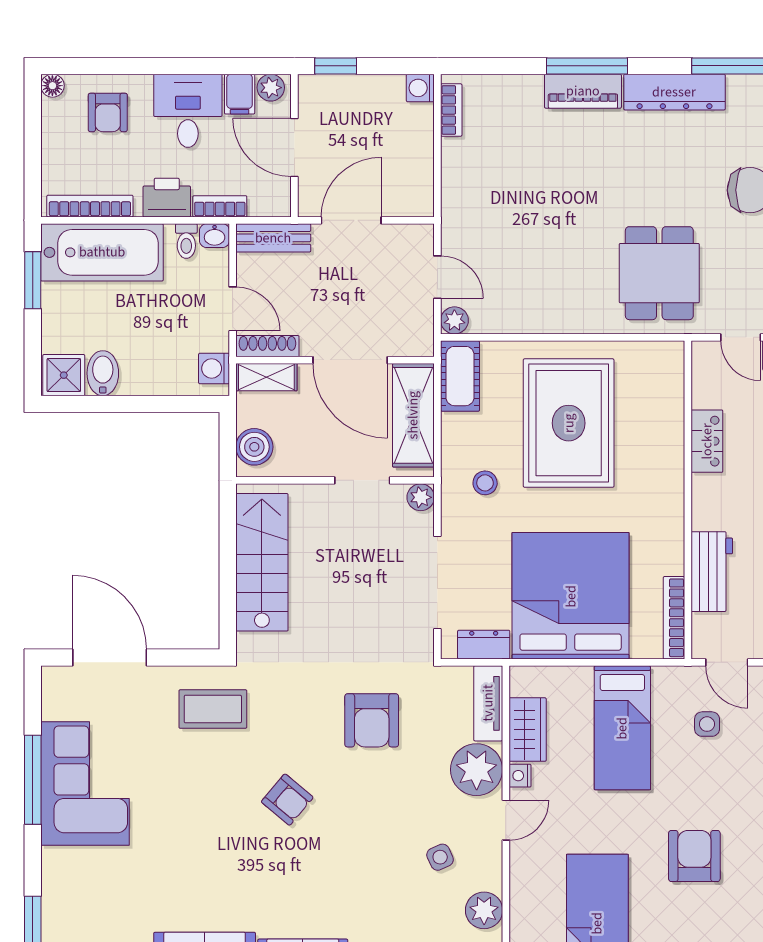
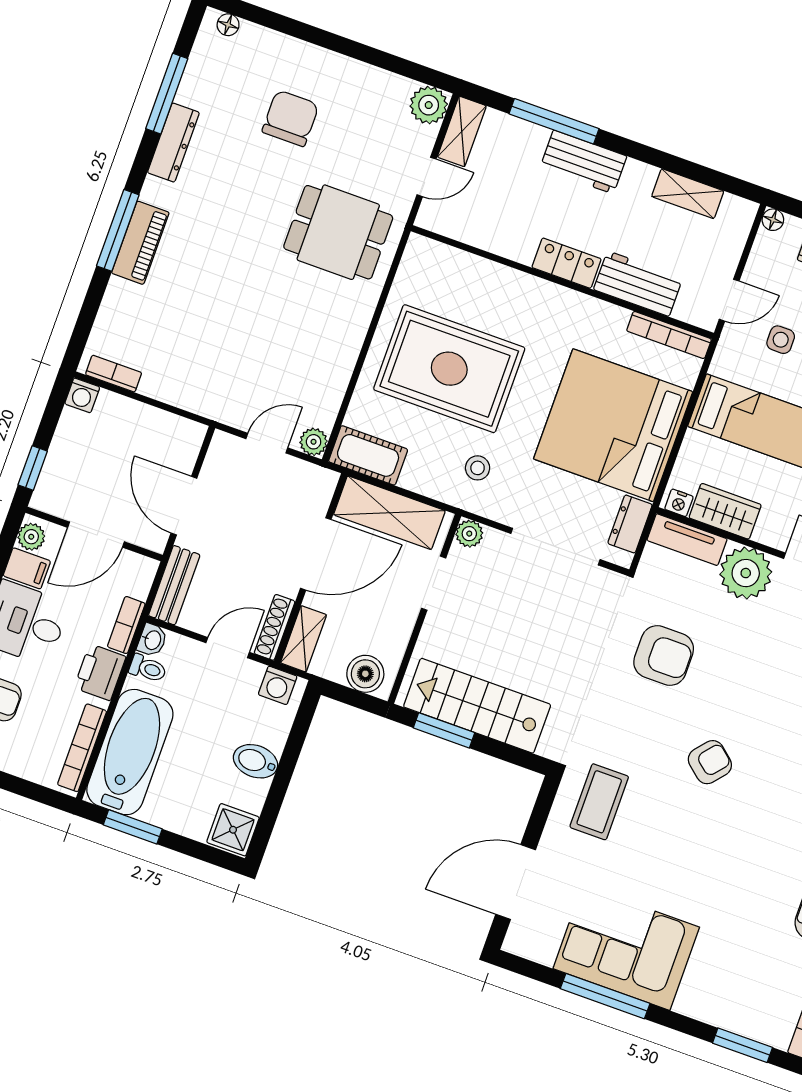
dresser: (674, 92) -> (173, 143), width x0.73, depth x0.80
bidet: (103, 373) -> (255, 761), moved
locker: (707, 441) -> (567, 263), moved
window: (228, 540) -> (444, 730), added
nightstand: (520, 776) -> (679, 503), moved

